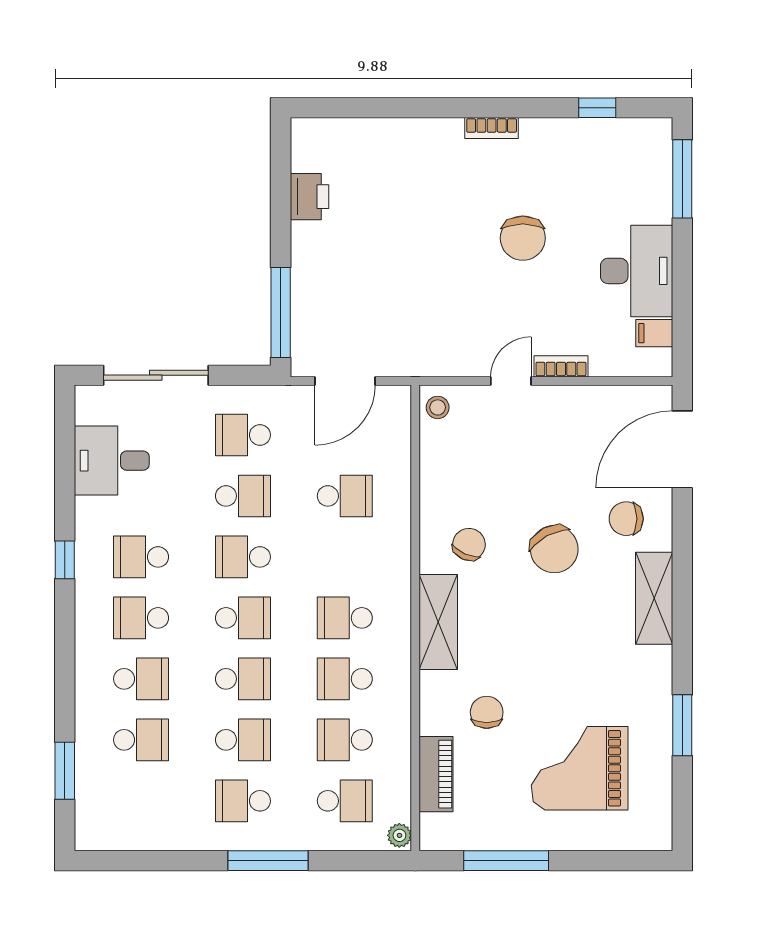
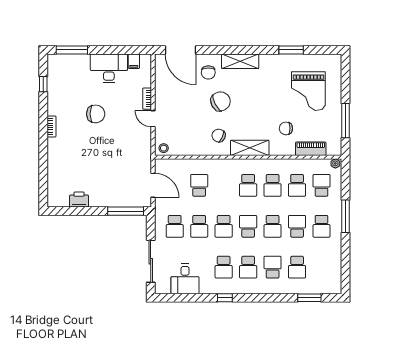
school desk: (243, 496) -> (199, 226), turned 180
school desk: (243, 679) -> (273, 226), turned 180
school desk: (141, 740) -> (297, 267), turned 180

